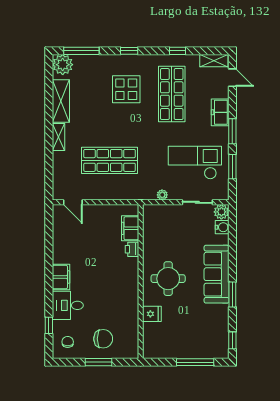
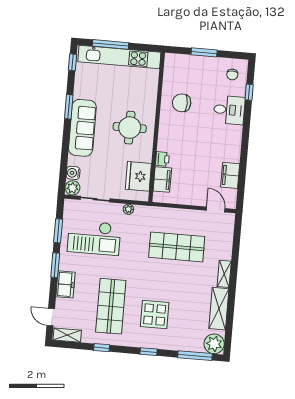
filing cabinet: (61, 277) -> (230, 175), moved
fridge: (152, 314) -> (138, 176), moved, width x1.88, depth x1.34
chair: (103, 339) -> (182, 103), moved
kitchen unit: (185, 350) -> (119, 57), added

